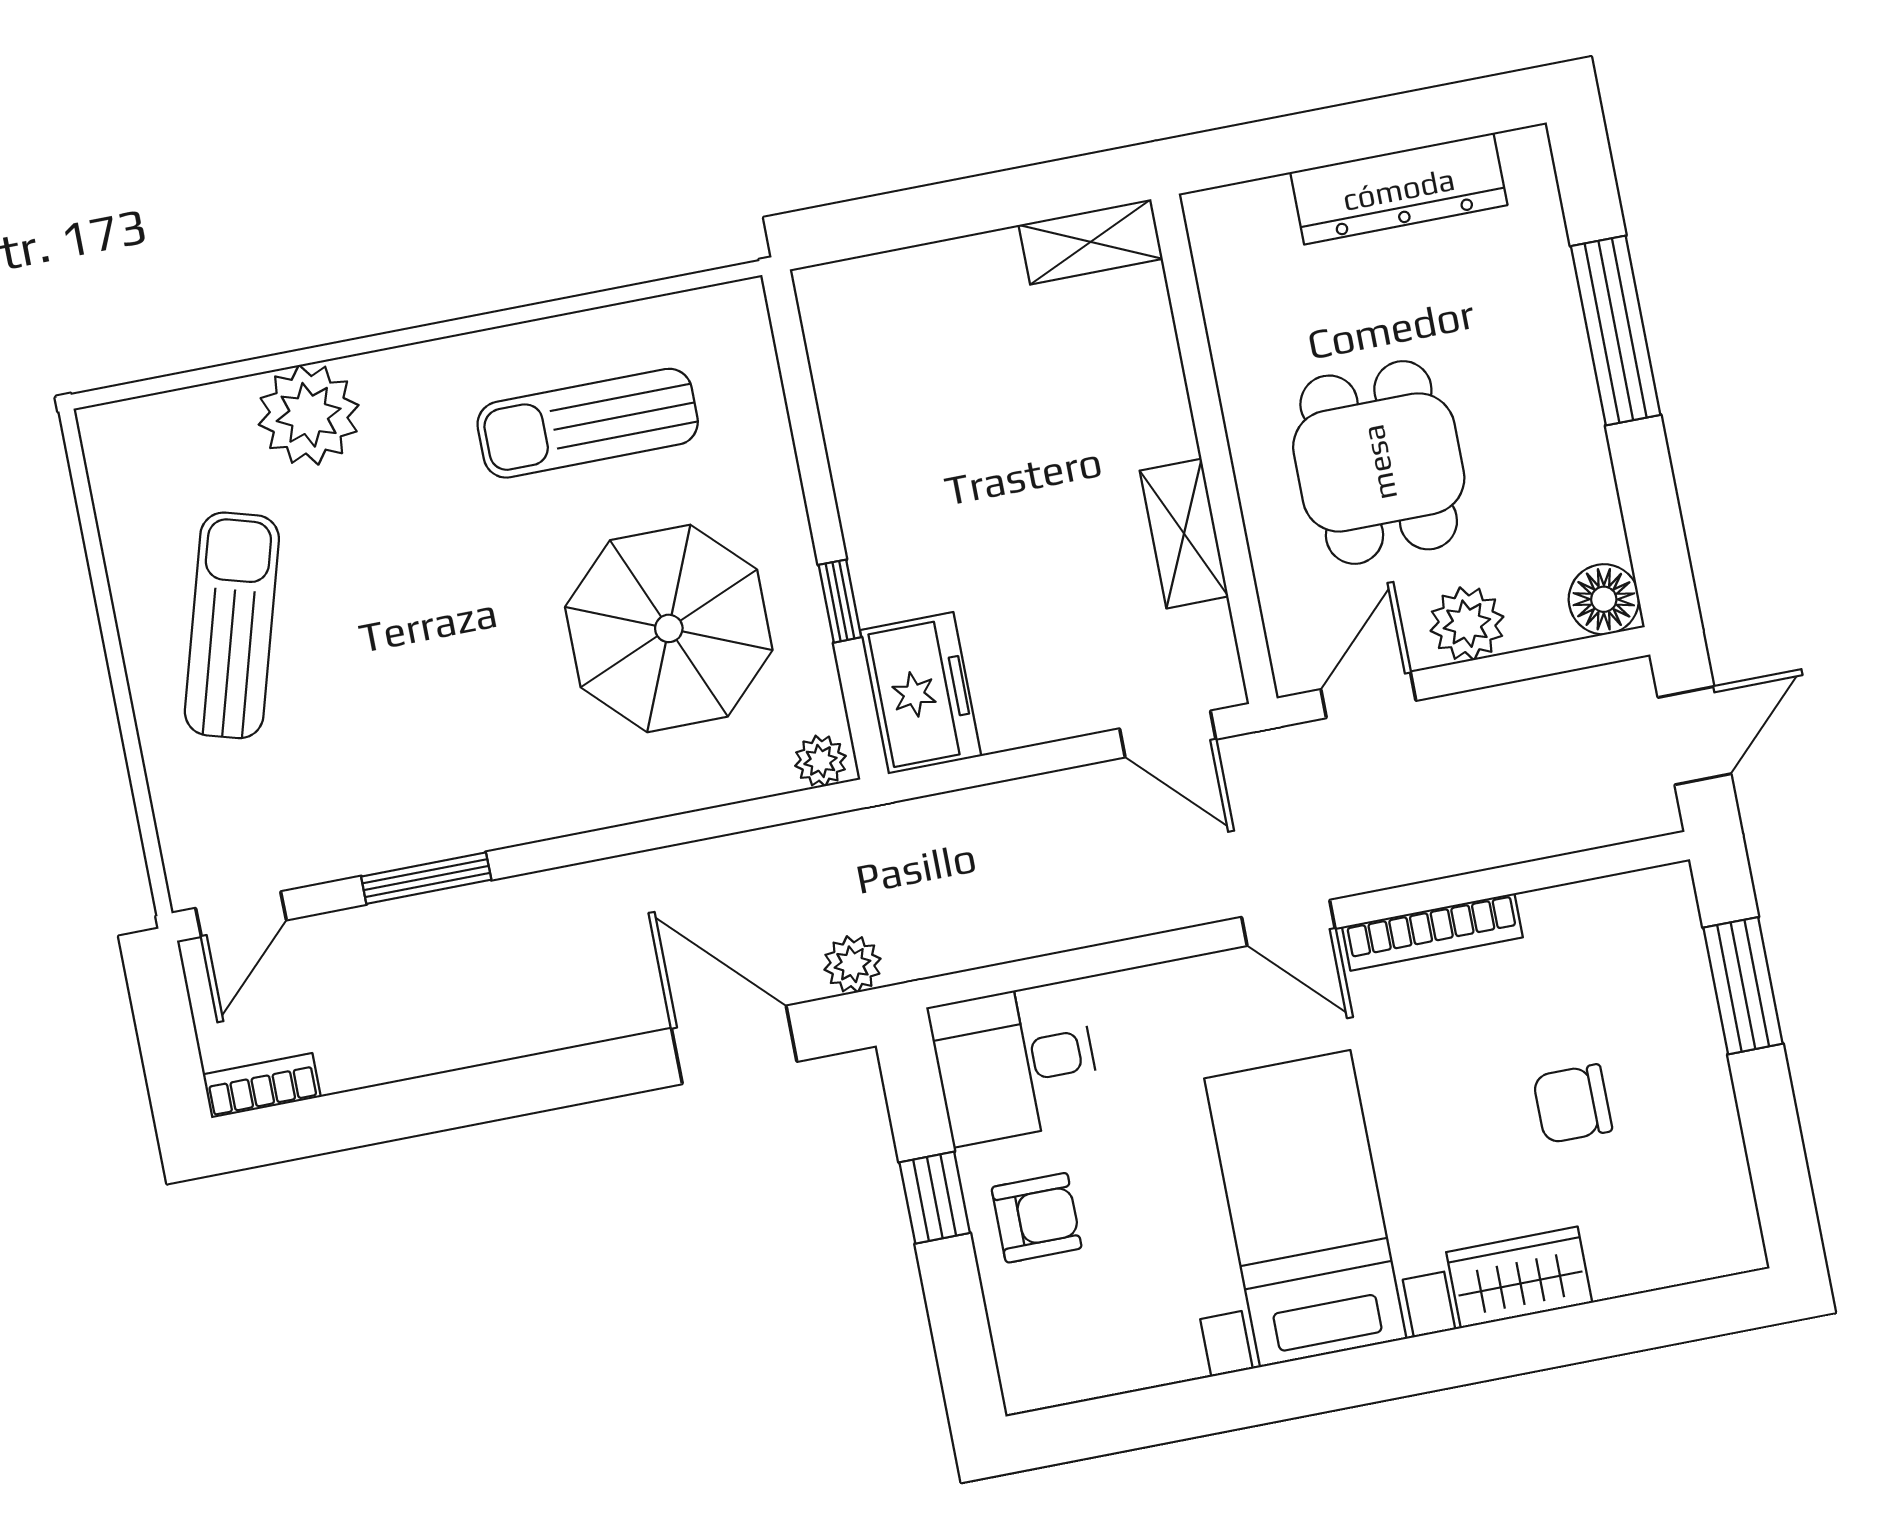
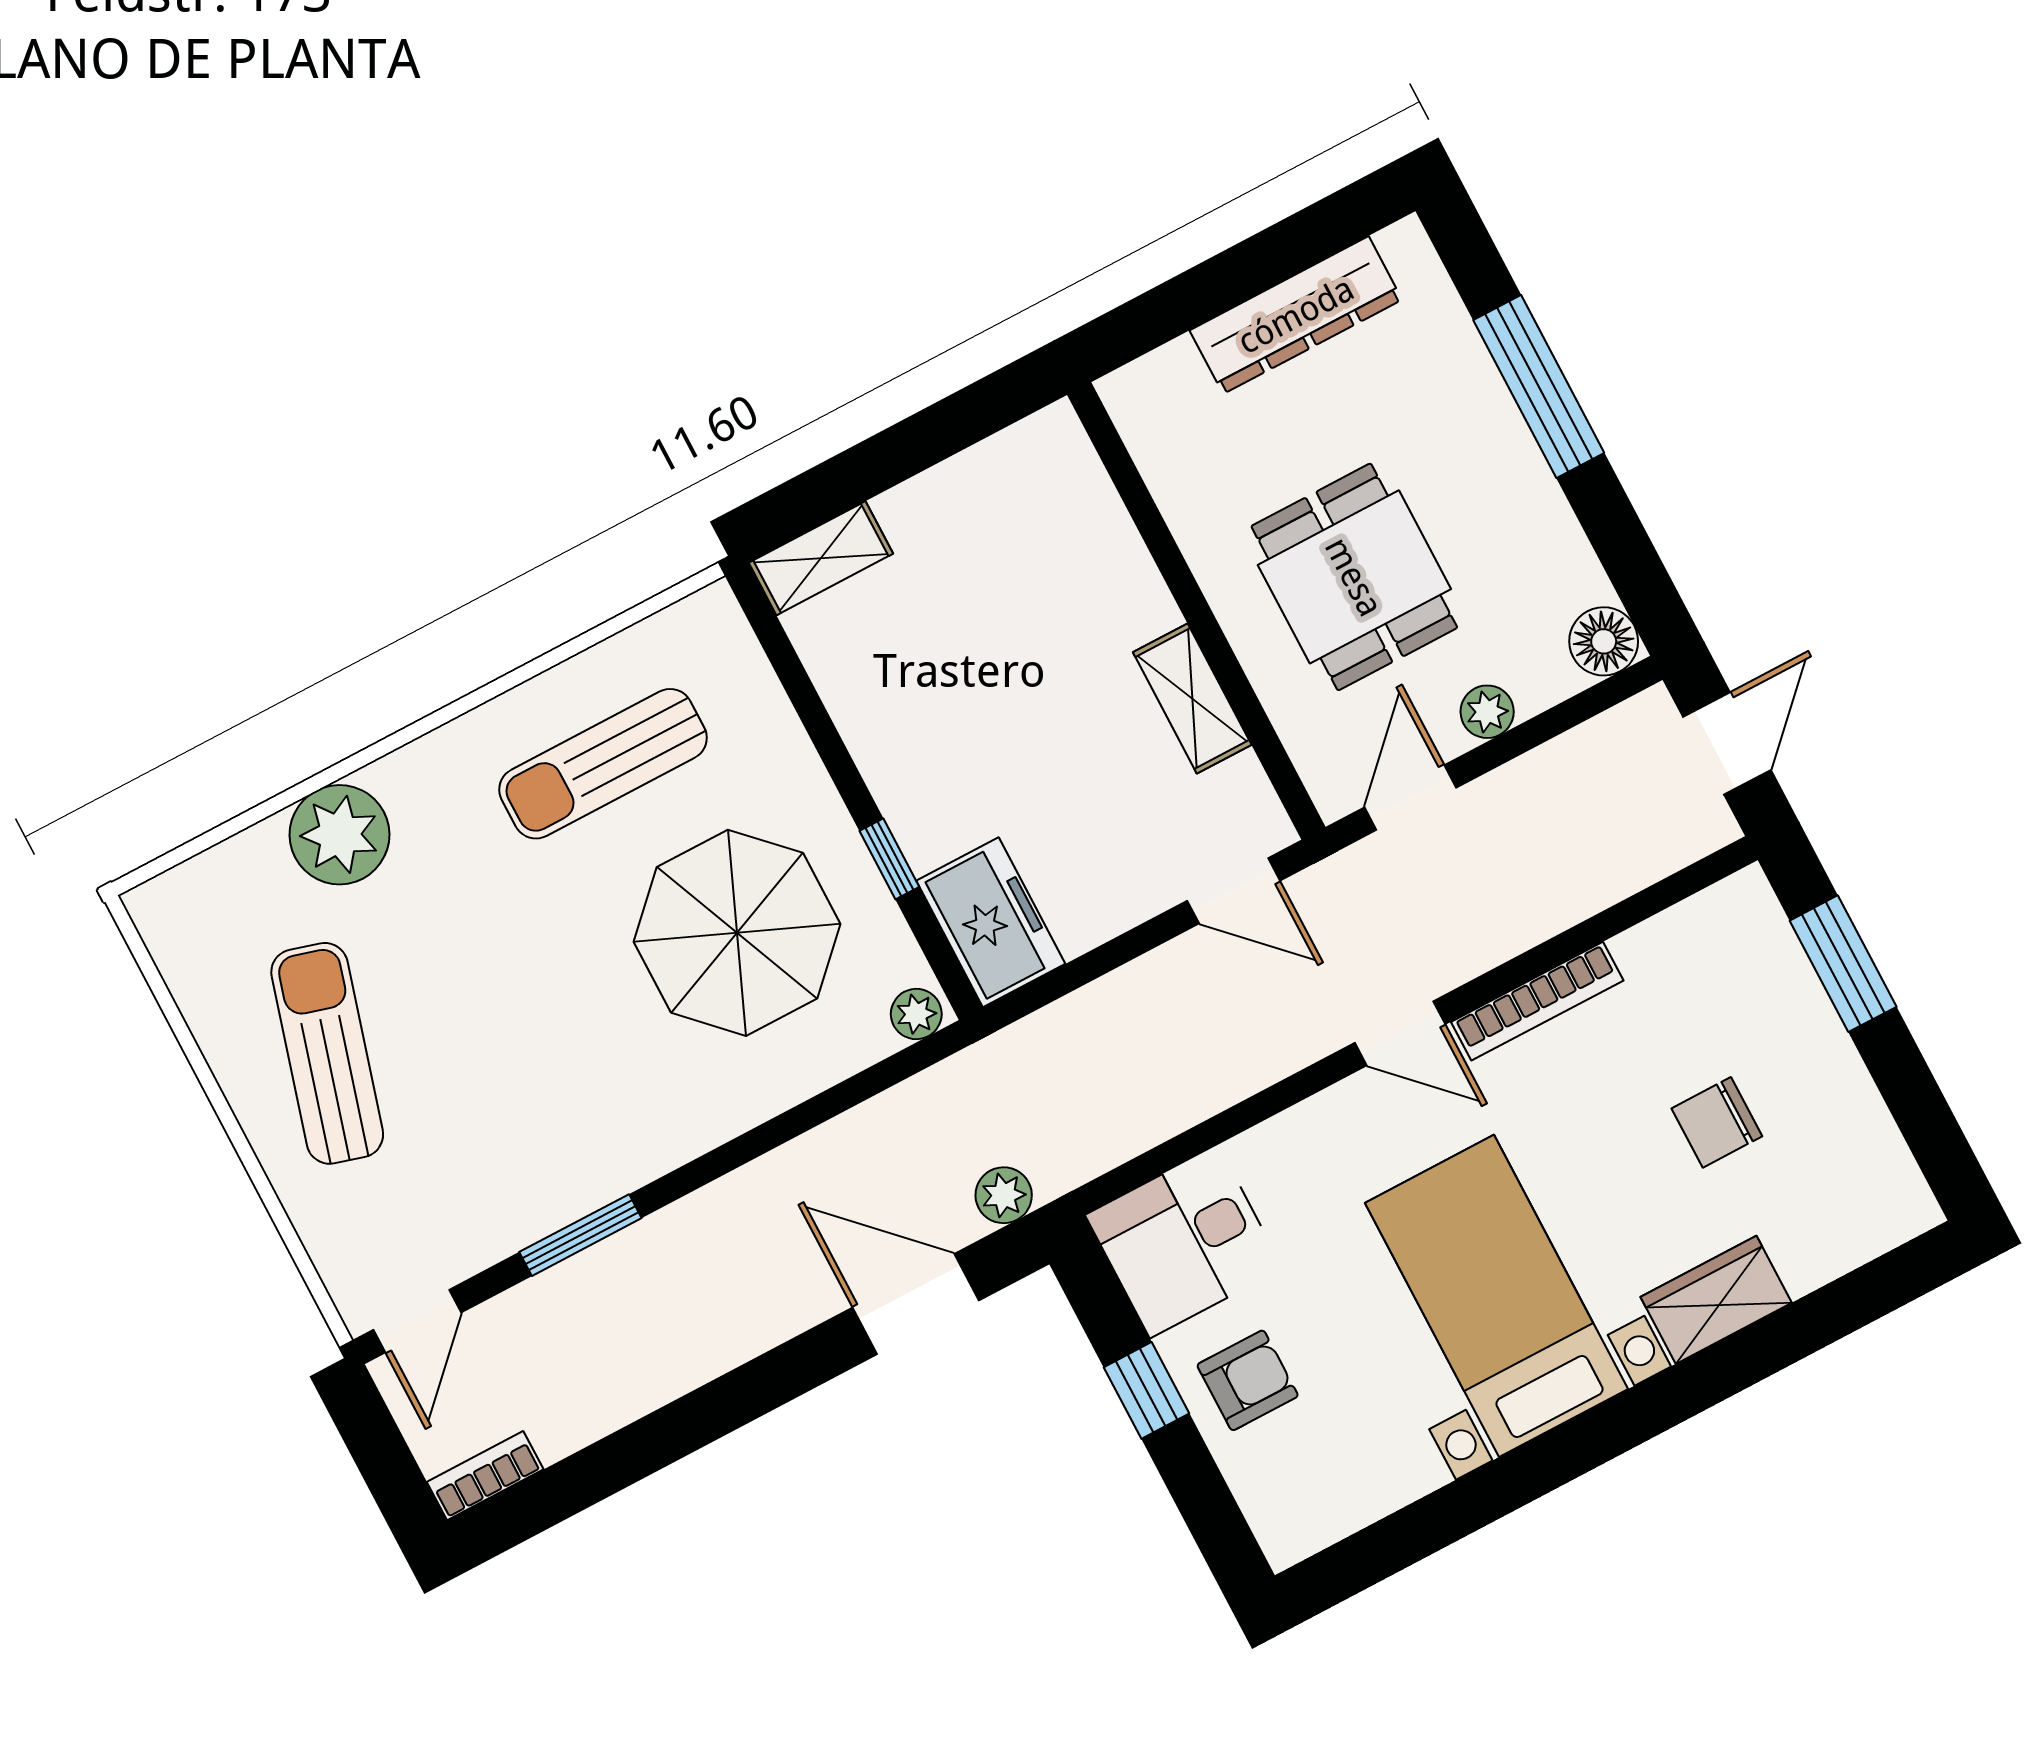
shelving: (1091, 242) -> (821, 558), moved
plant: (1467, 624) -> (1487, 712), width x0.73, depth x0.73

